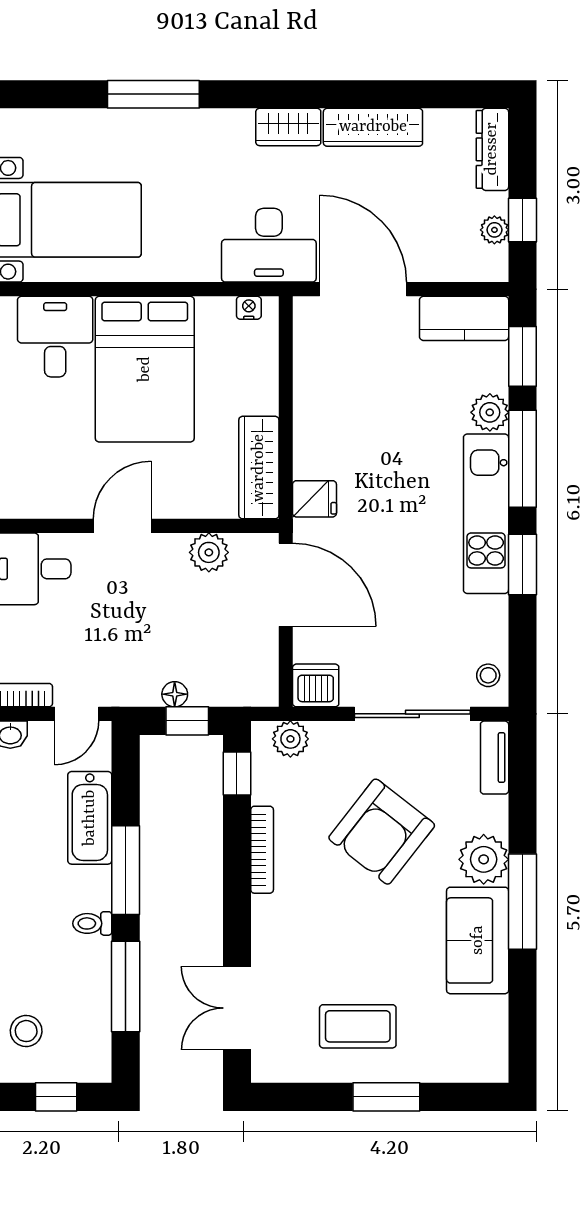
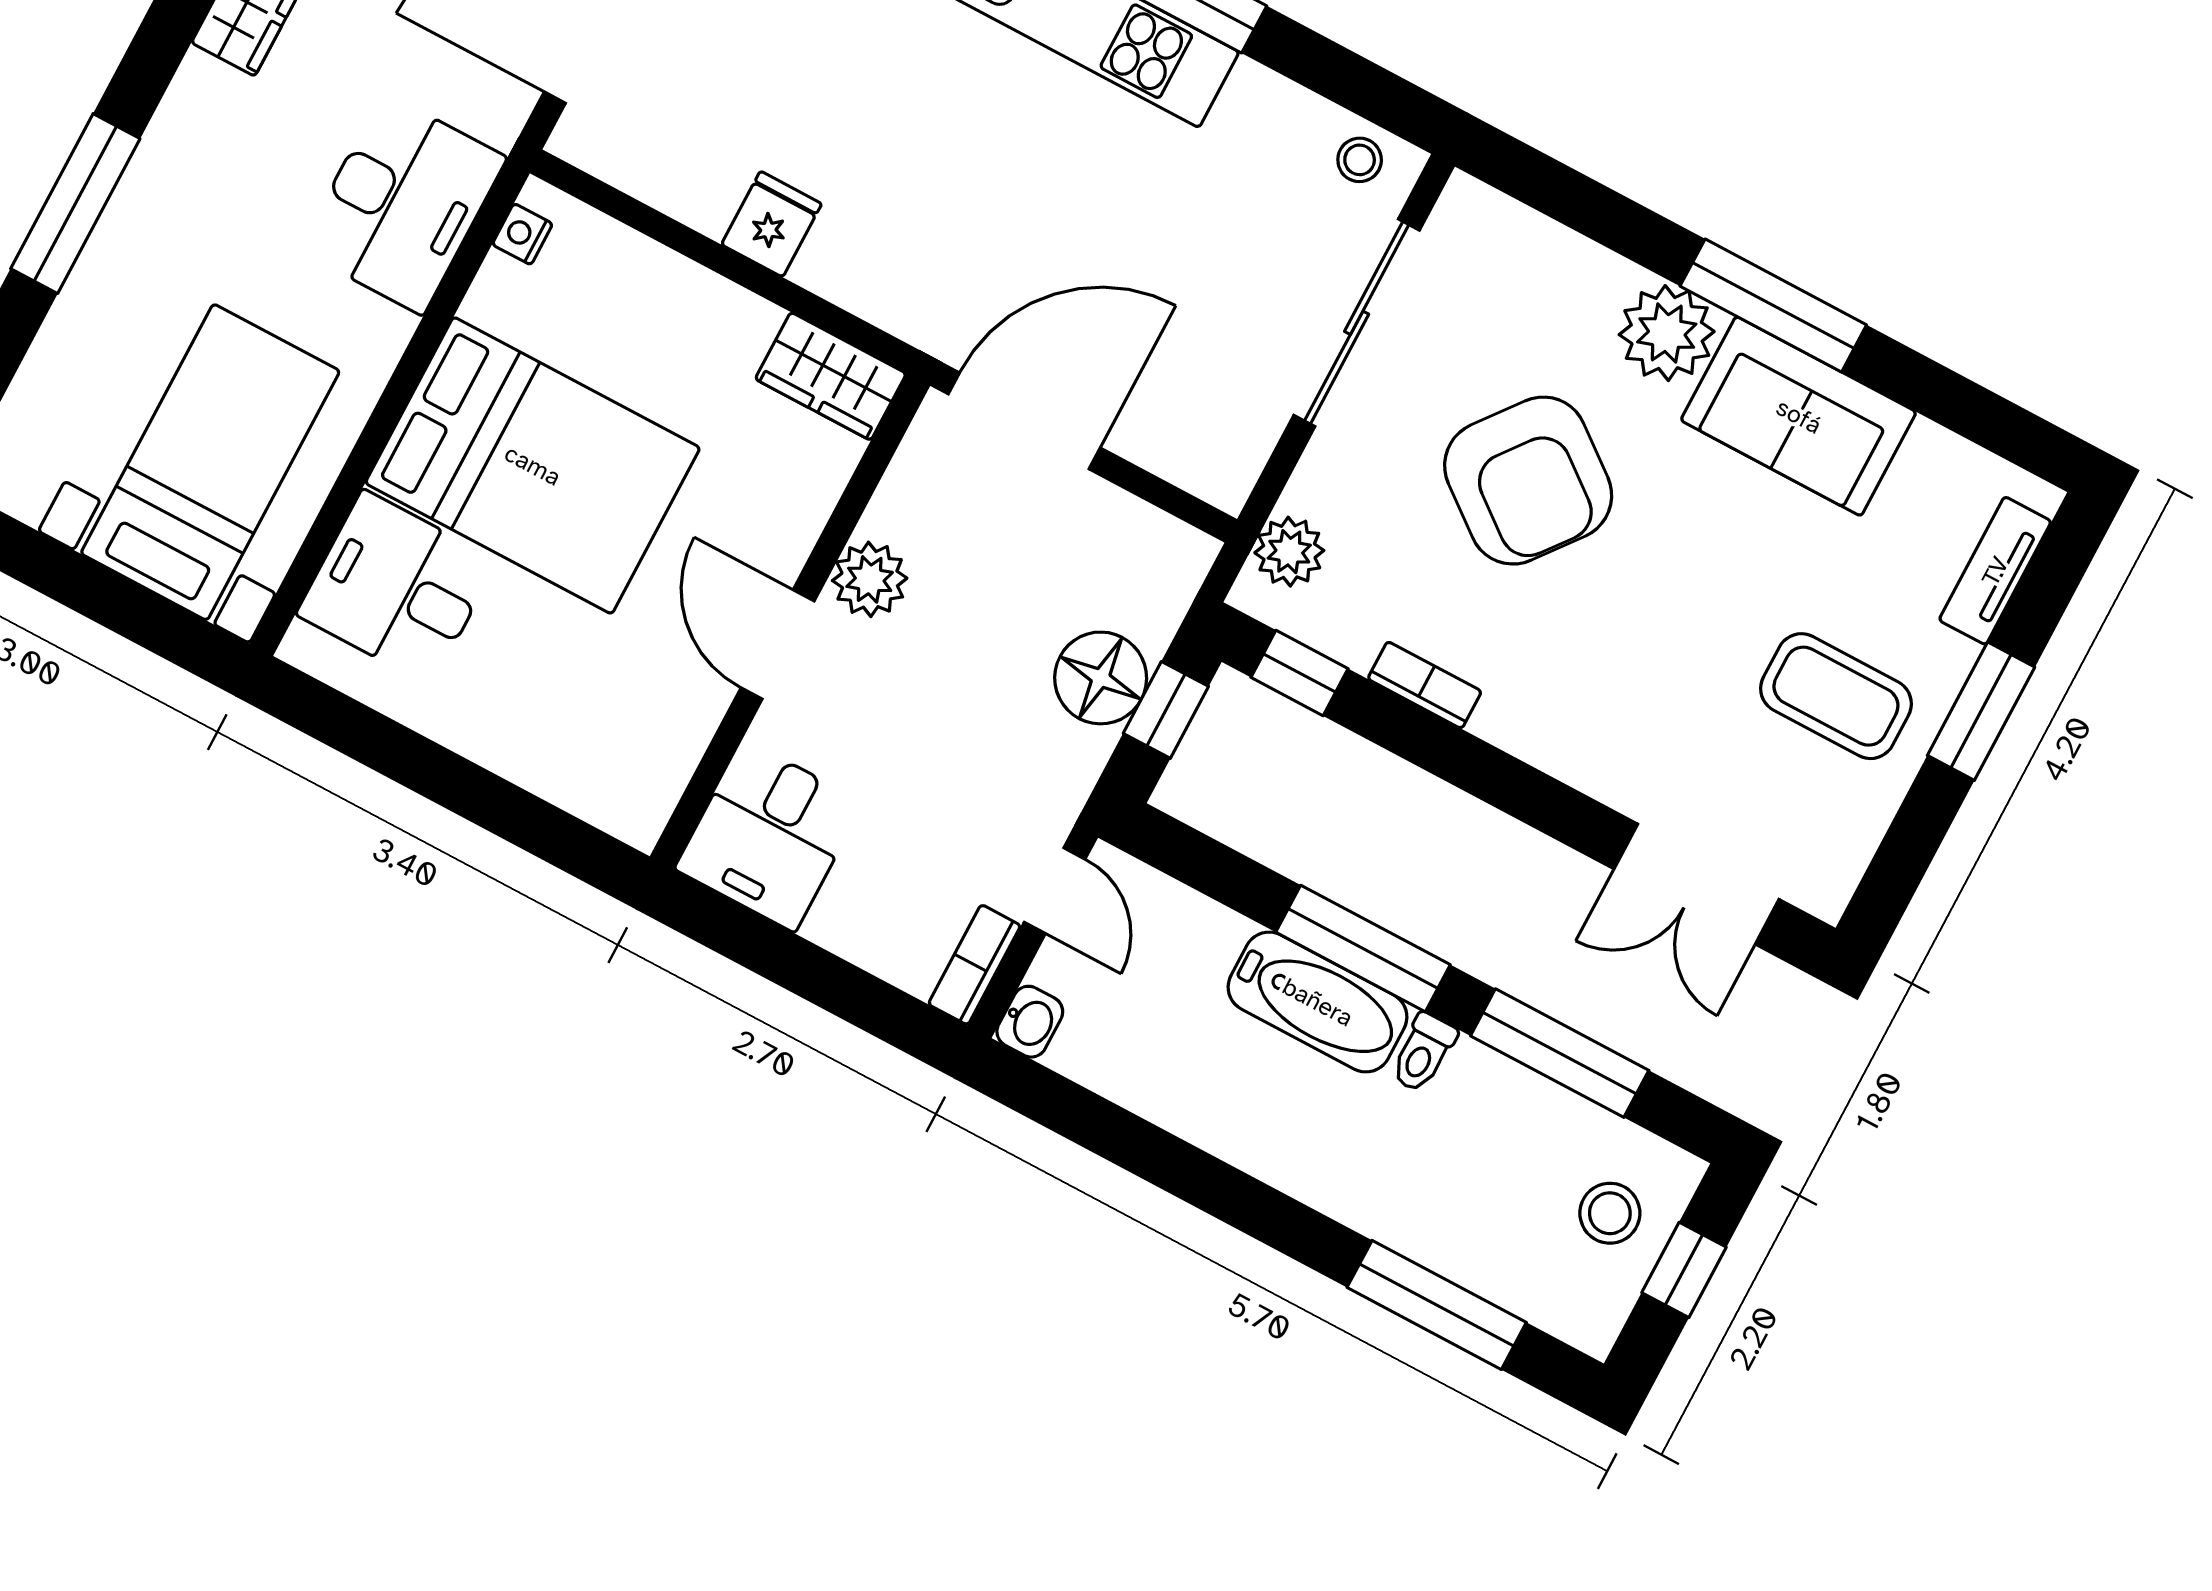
desk: (269, 245) -> (403, 204), moved
wardrobe: (259, 468) -> (831, 376), width x0.67
fridge: (314, 499) -> (772, 224), moved
plant: (209, 552) -> (870, 579), moved
dishwasher: (316, 685) -> (1221, 461), removed
floor lamp: (175, 694) -> (1101, 678), width x1.89, depth x1.89
tv unit: (495, 758) -> (1995, 571), moved, turned 90
bathtub: (90, 818) -> (1318, 1002), moved
bookcase: (262, 850) -> (1425, 685), width x0.64
coffee table: (358, 1026) -> (1836, 696), turned 90
stool: (26, 1031) -> (1610, 1213), moved

